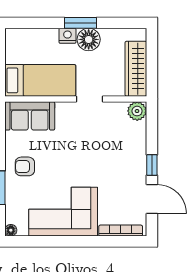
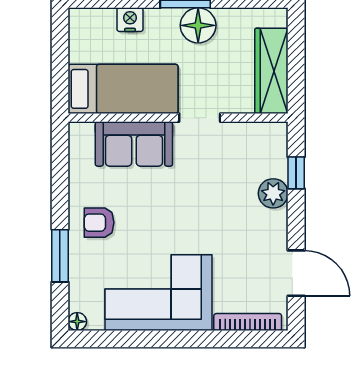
nightstand: (67, 36) -> (130, 20), moved
plant: (137, 111) -> (273, 193), moved
sofa: (30, 116) -> (134, 144), moved
window: (152, 165) -> (296, 173), moved

